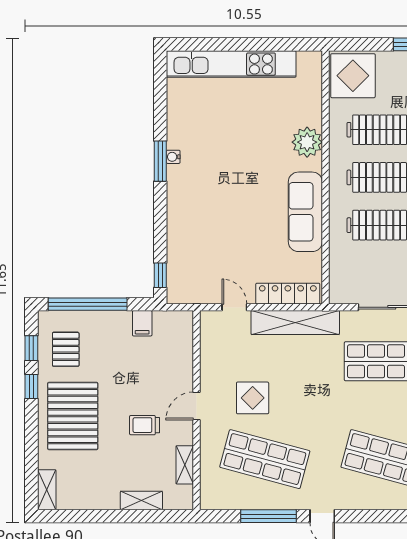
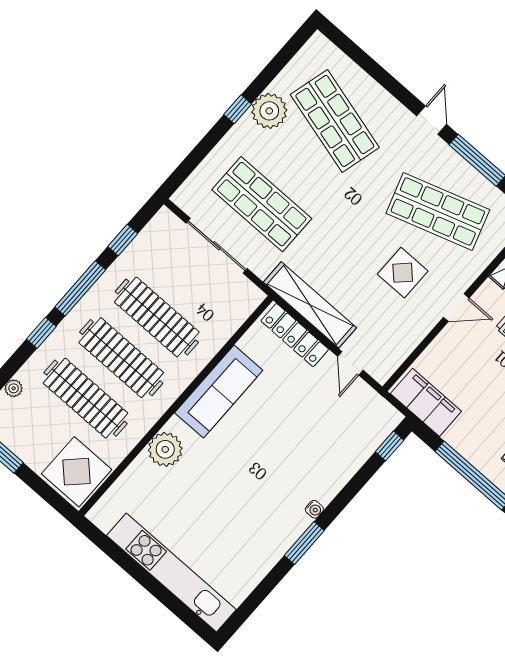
water cooler: (173, 157) -> (314, 509), moved
filing cabinet: (142, 323) -> (426, 402), width x3.00, depth x1.17
shop shelf: (265, 459) -> (438, 212), turned -33

